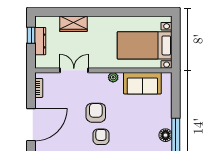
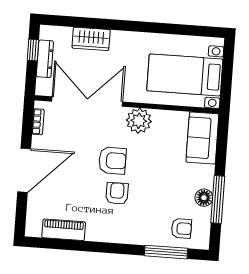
double door: (74, 70) -> (87, 102), width x1.87
plant: (113, 77) -> (139, 121), width x1.88, depth x1.88
sofa: (142, 83) -> (202, 138), moved, turned 90
armchair: (96, 113) -> (112, 161), turned 90

